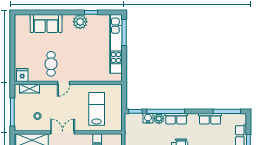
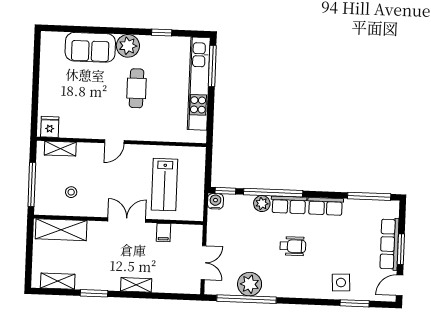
plant: (80, 22) -> (128, 46), moved
cafe table: (51, 64) -> (136, 88), moved
lab bench: (97, 109) -> (165, 185), turned 180
water cooler: (148, 118) -> (215, 201), moved
row of seats: (210, 119) -> (325, 206), moved
double door: (63, 132) -> (127, 220), moved

